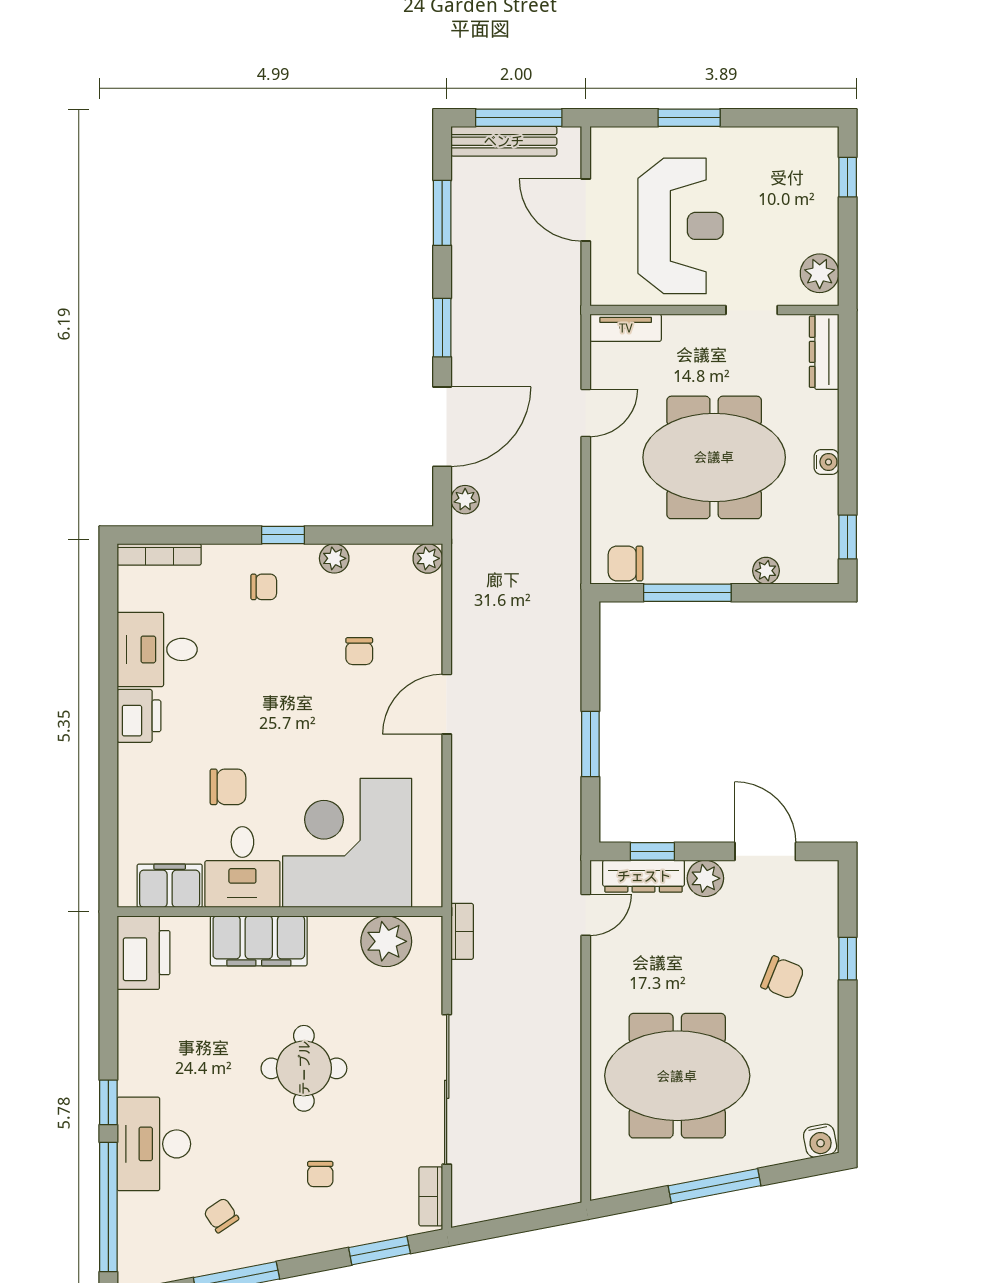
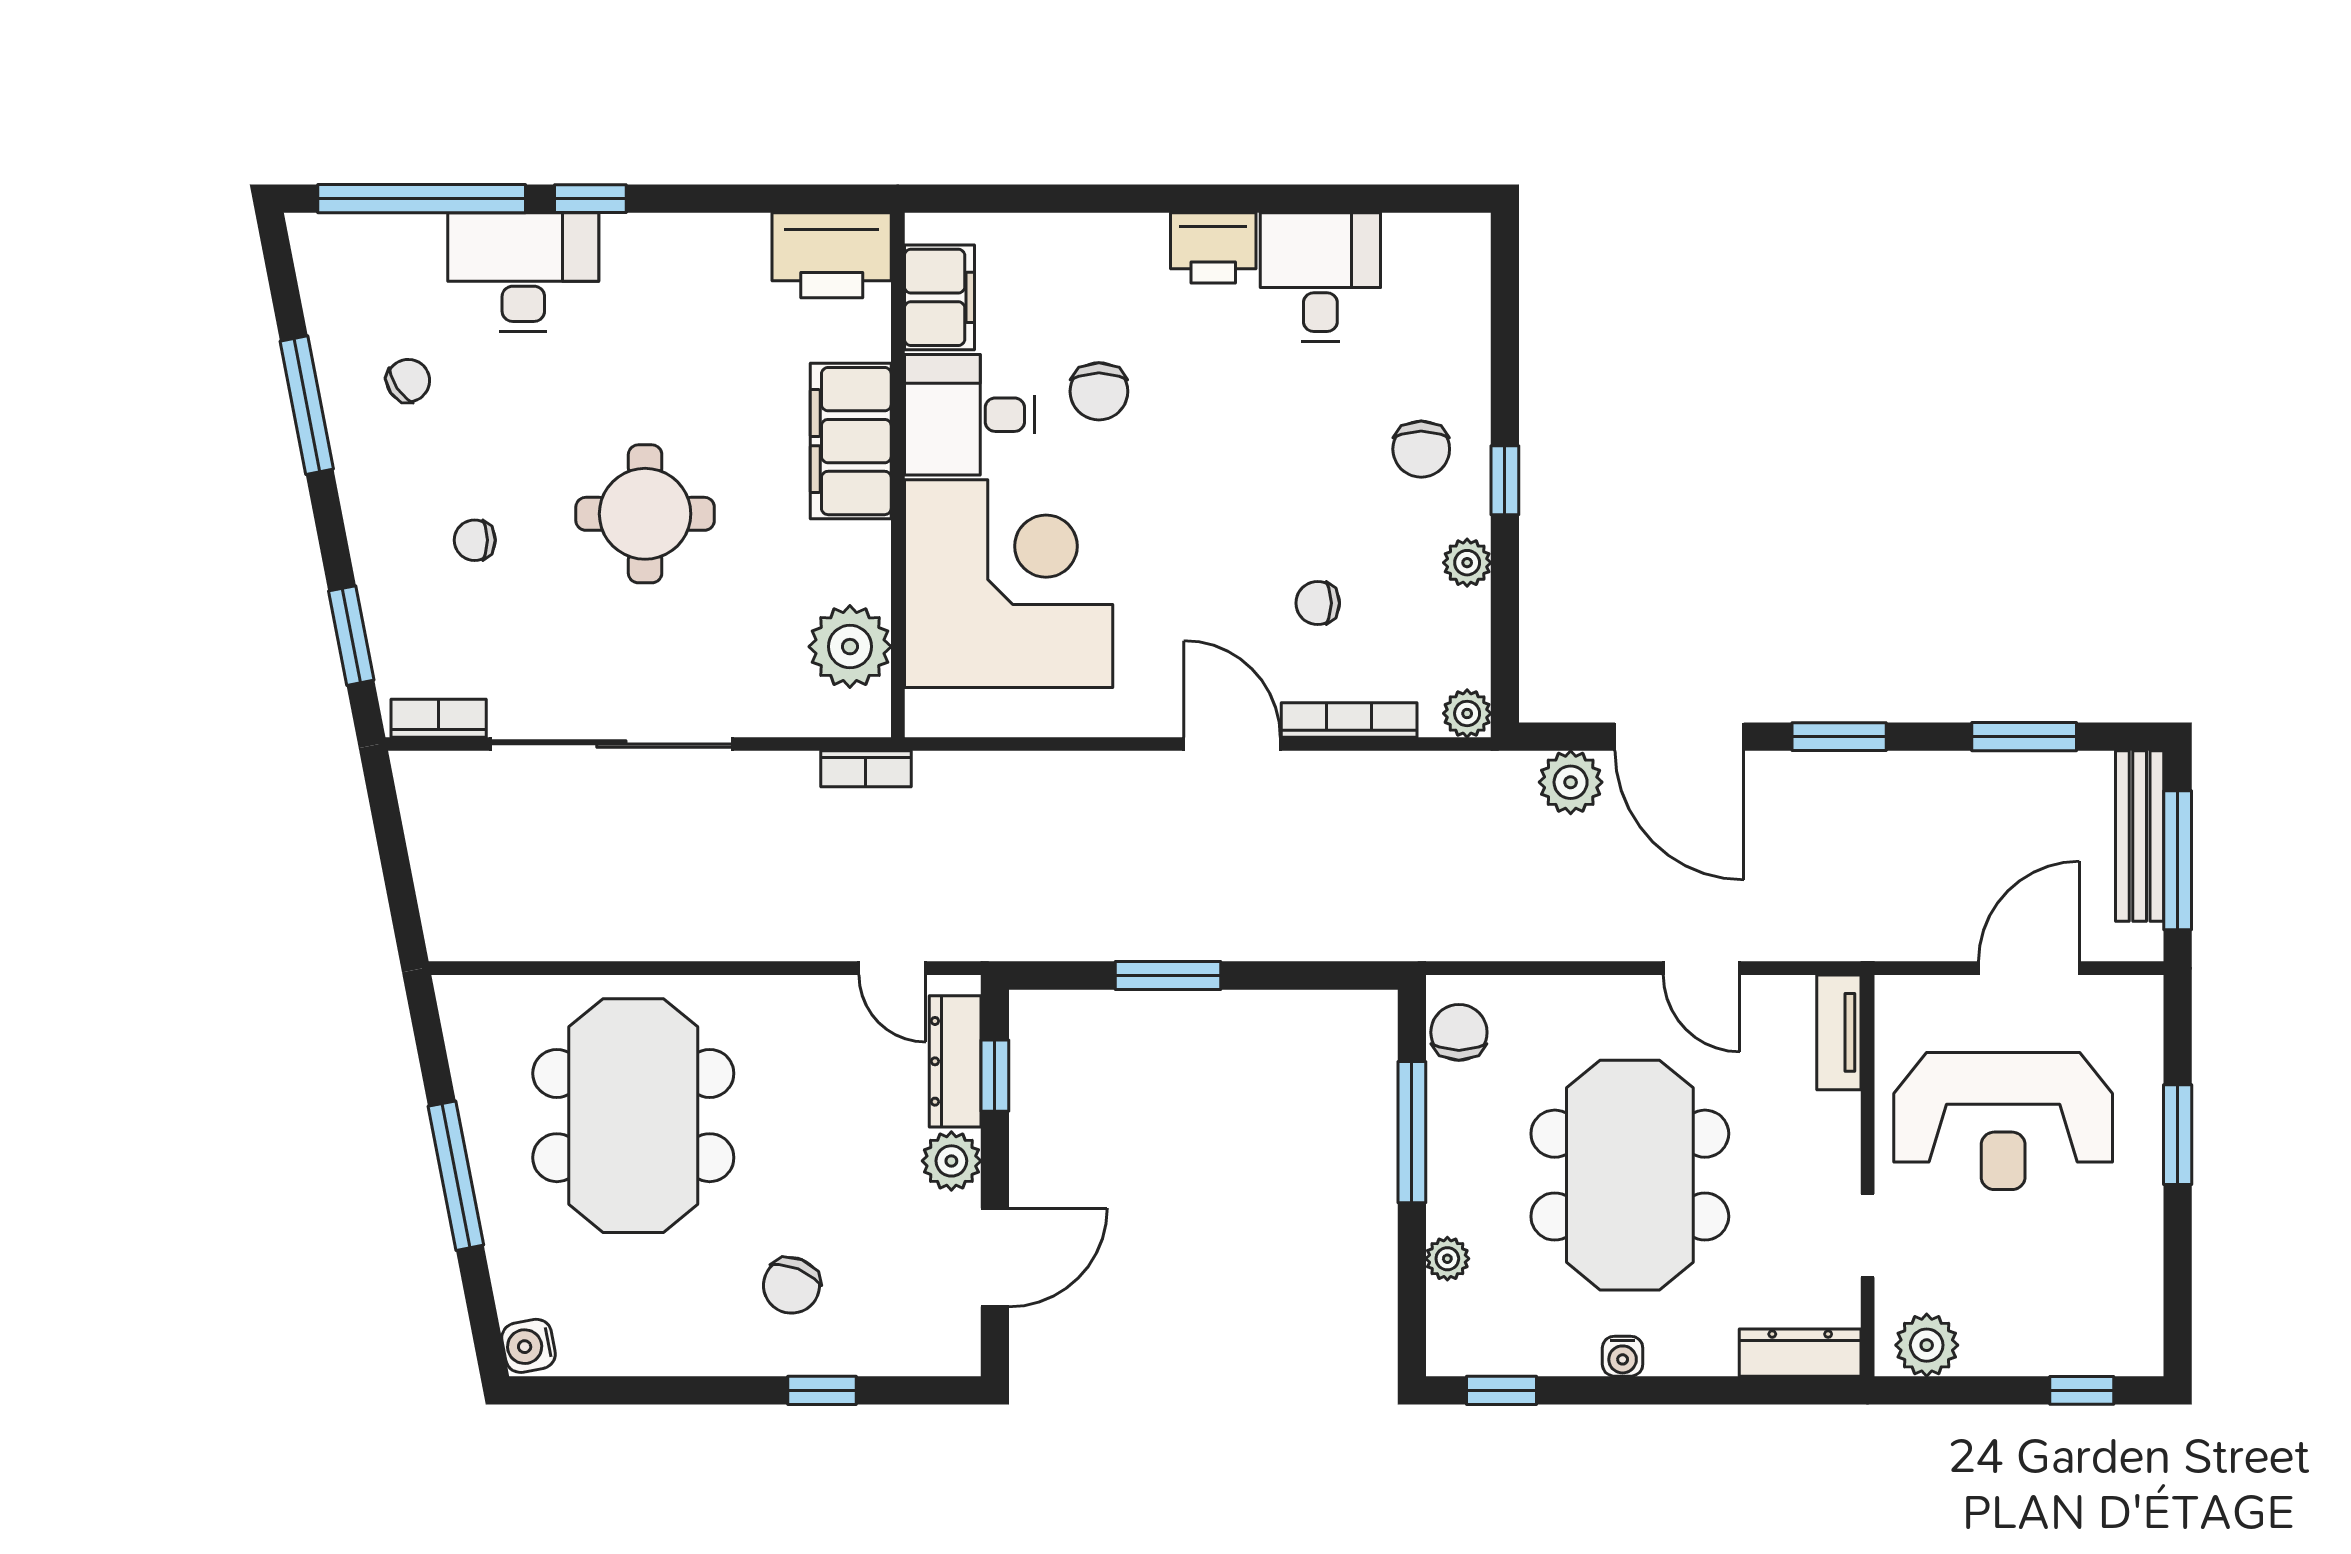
plant: (465, 500) -> (1571, 782), width x1.38, depth x1.38
bookcase: (159, 554) -> (1349, 720), moved, turned 90
chair: (264, 587) -> (1421, 449), width x1.37, depth x1.37

